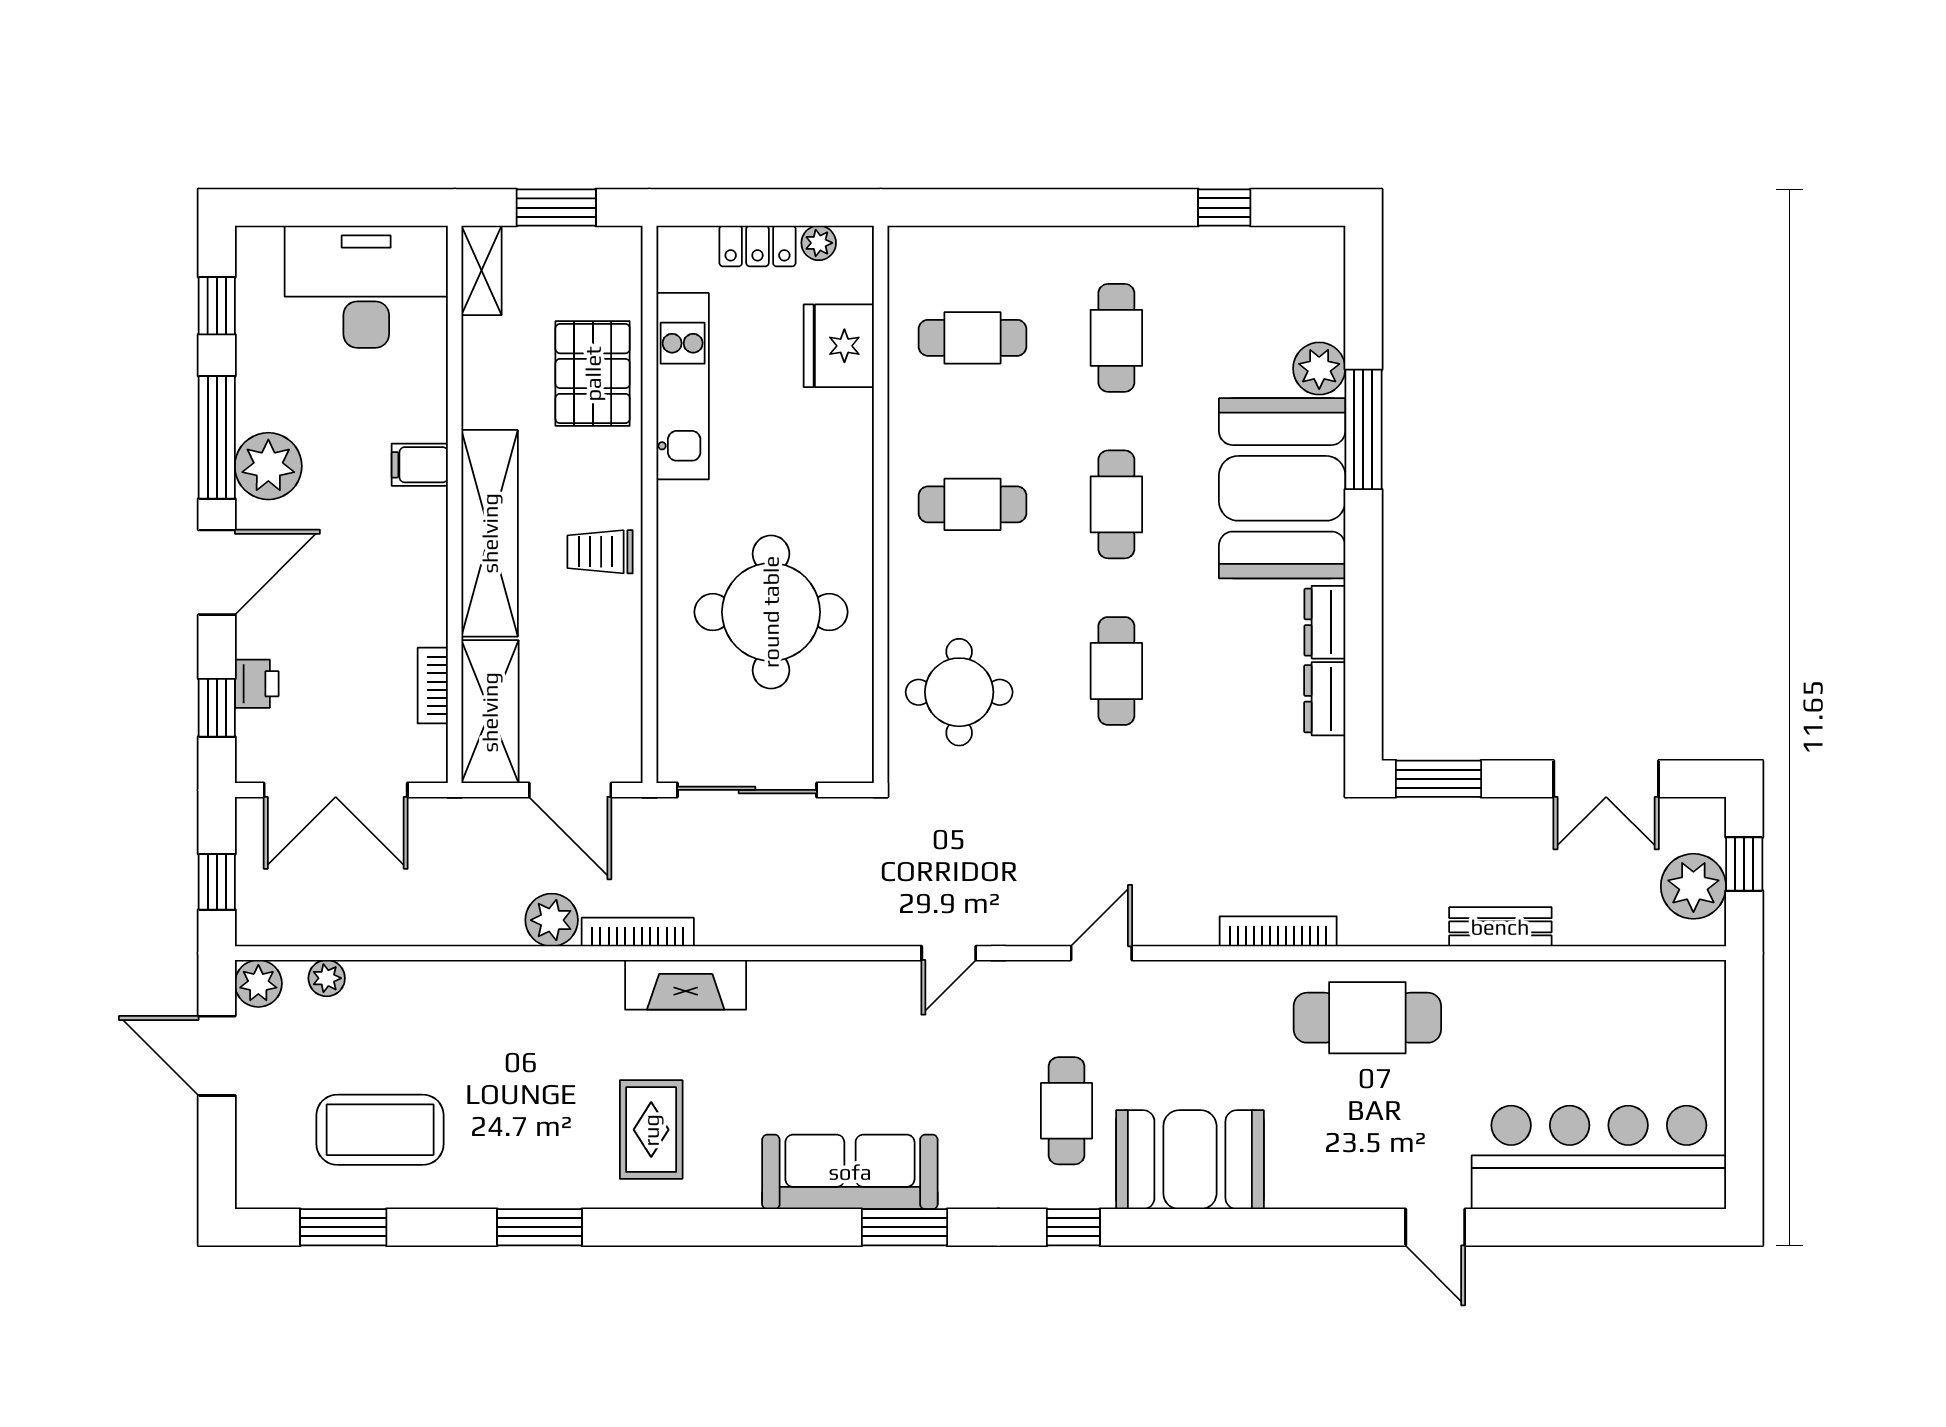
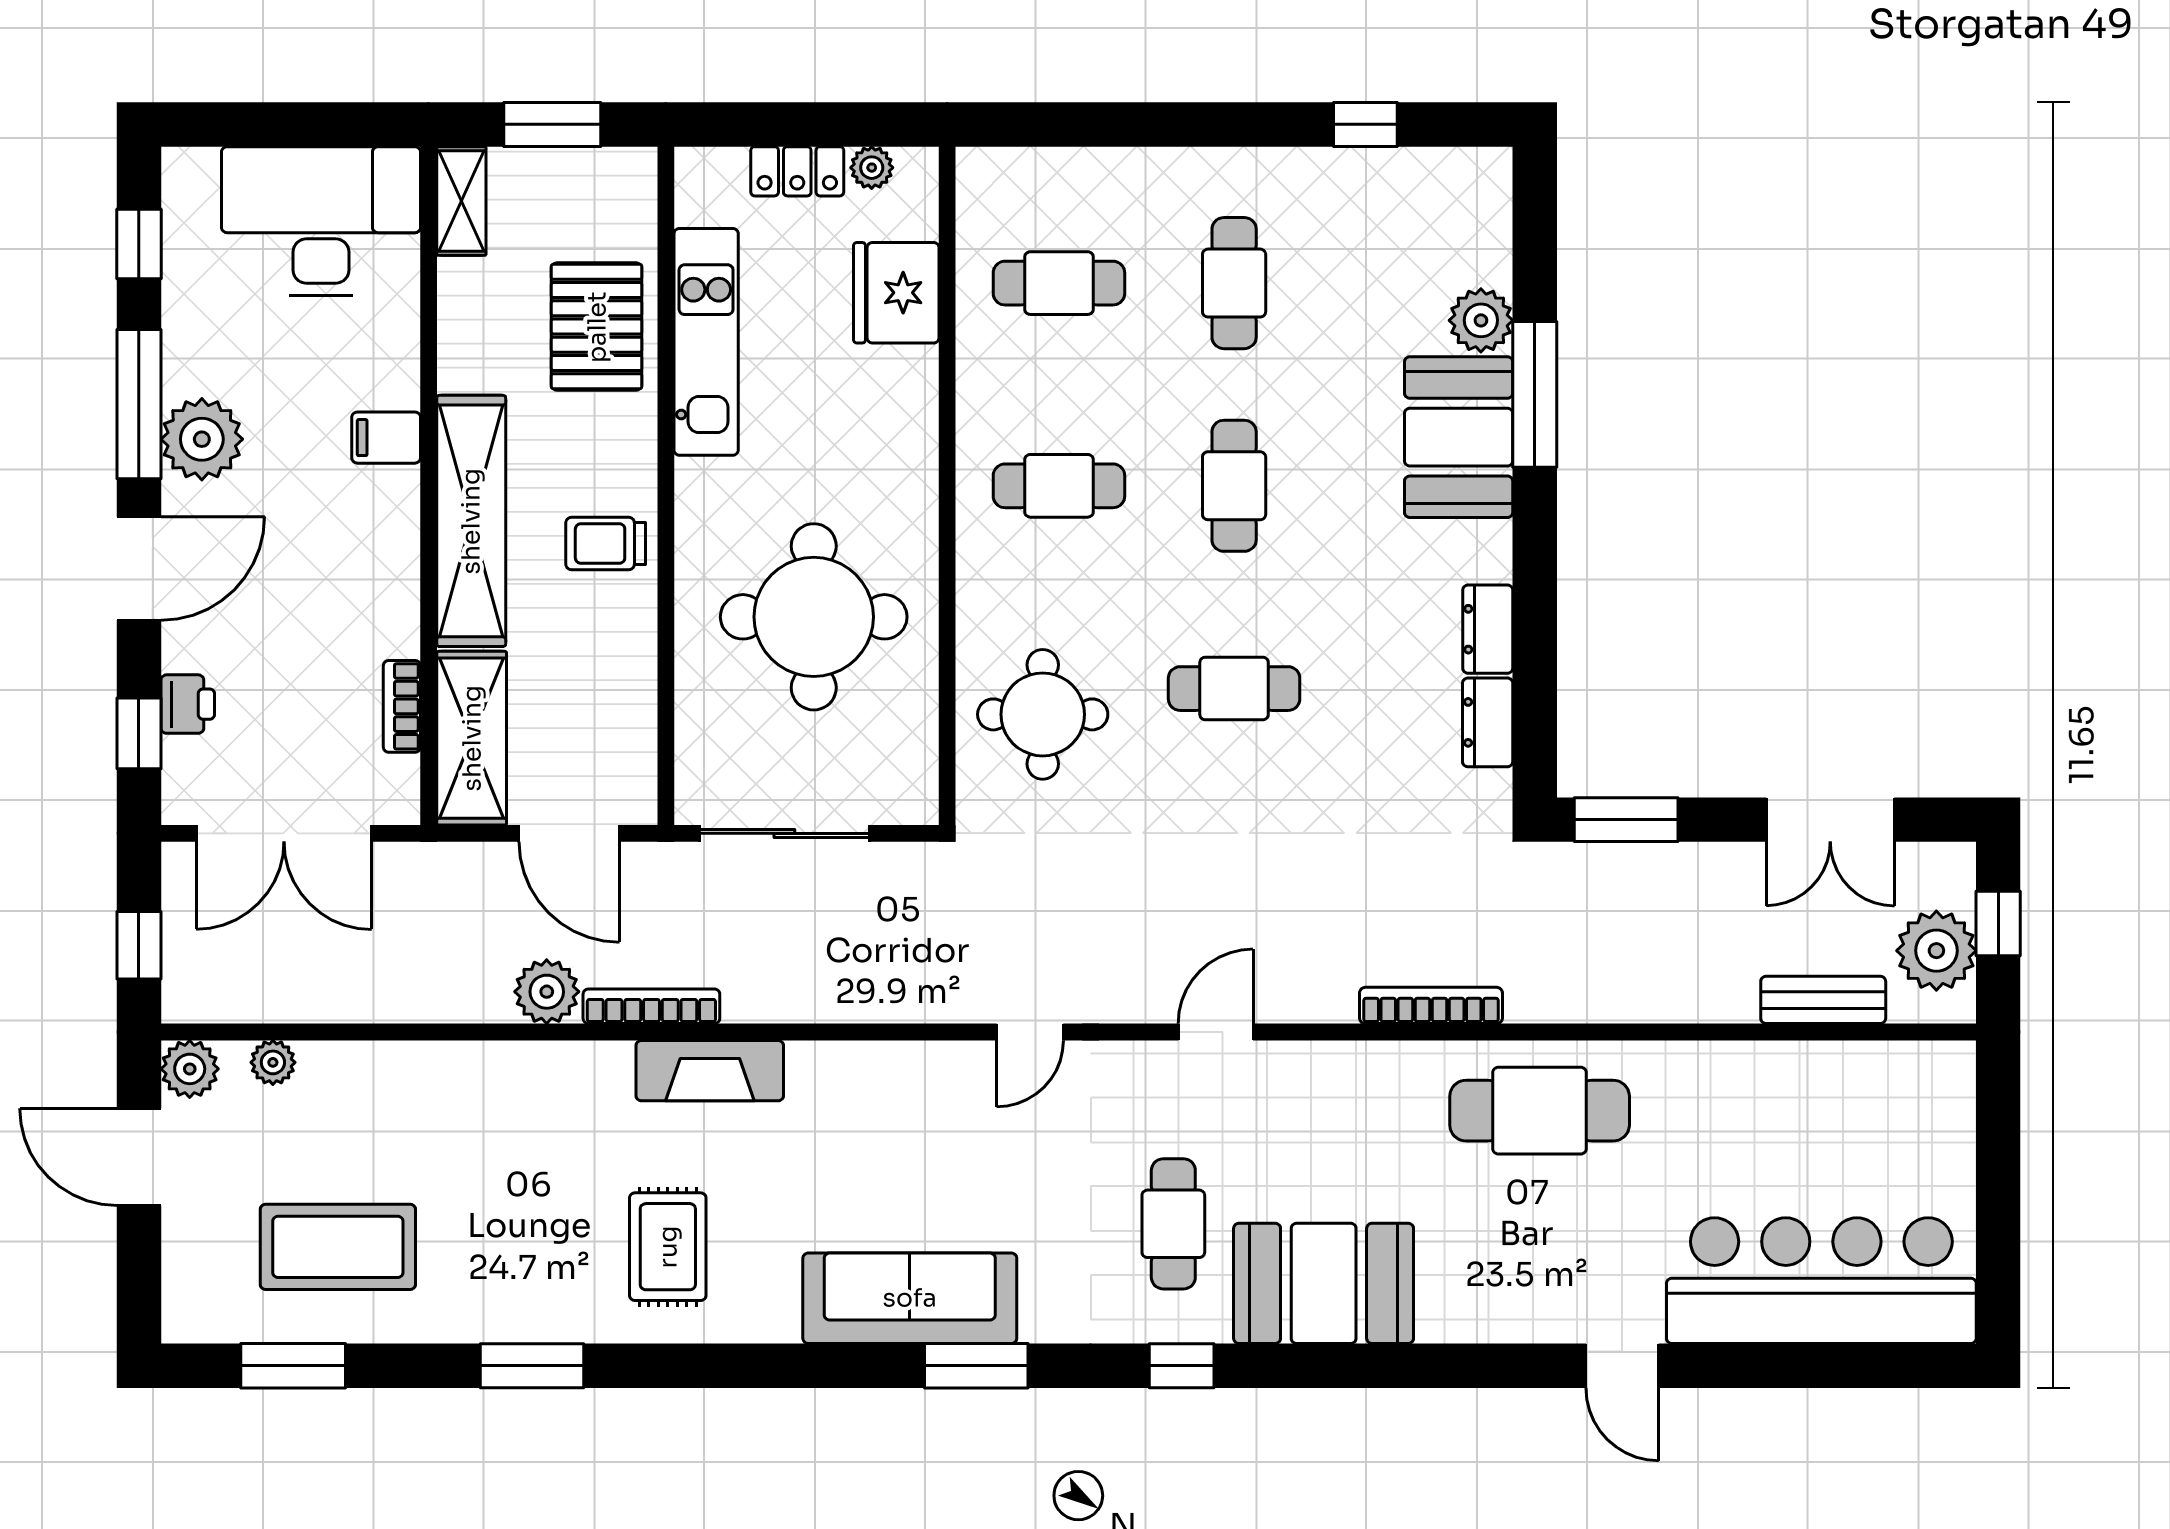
booth: (1282, 488) -> (1459, 437), width x0.73, depth x0.70
cafe table: (1116, 671) -> (1234, 689), turned 90
bench: (1500, 927) -> (1823, 1000), moved

